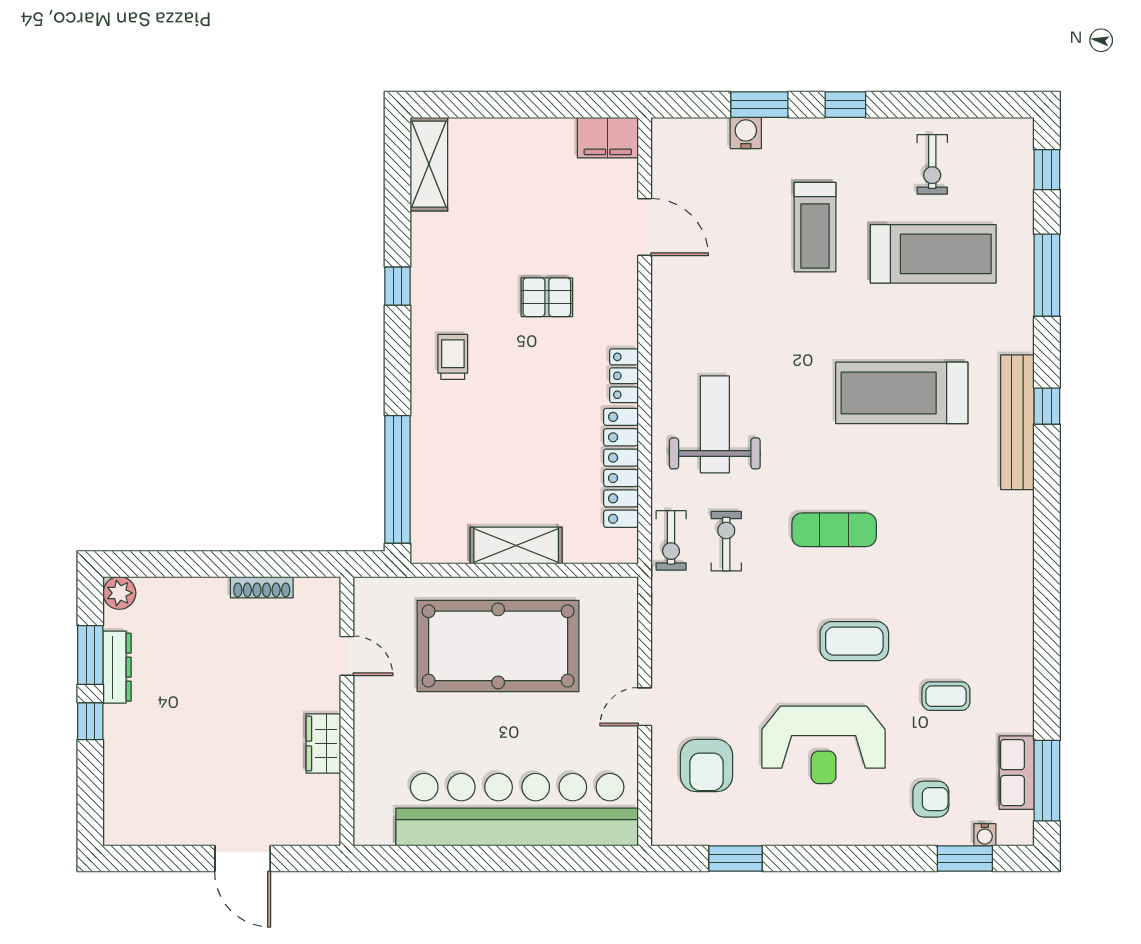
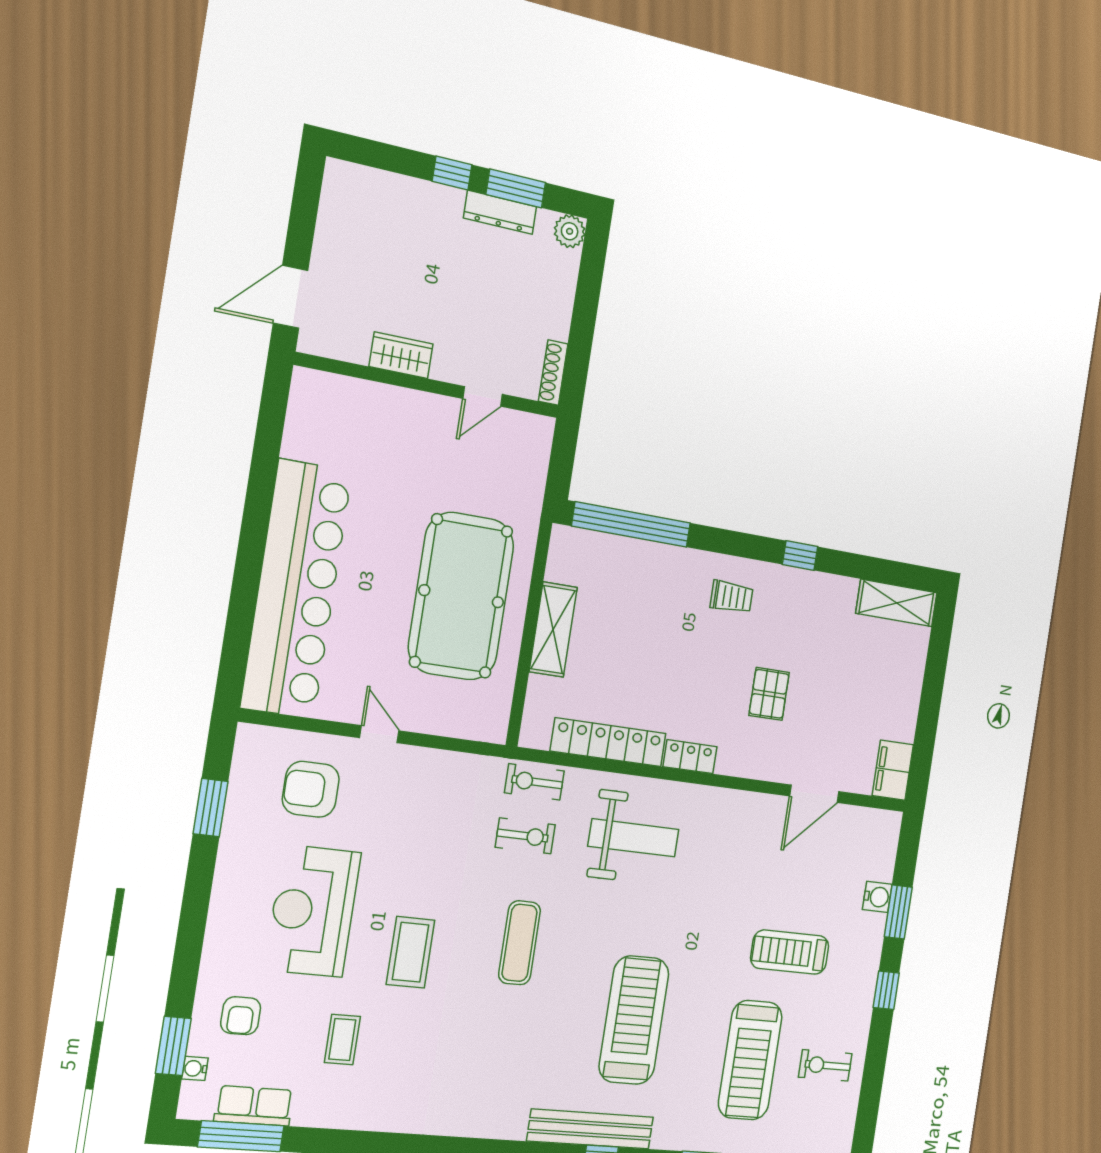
door: (347, 656) -> (483, 396), moved
wall: (347, 711) -> (429, 386), moved
wardrobe: (323, 744) -> (401, 355), moved

